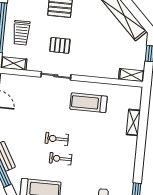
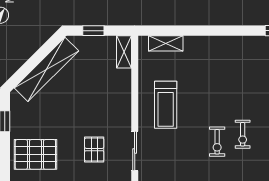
shelving: (133, 122) -> (166, 43), moved

